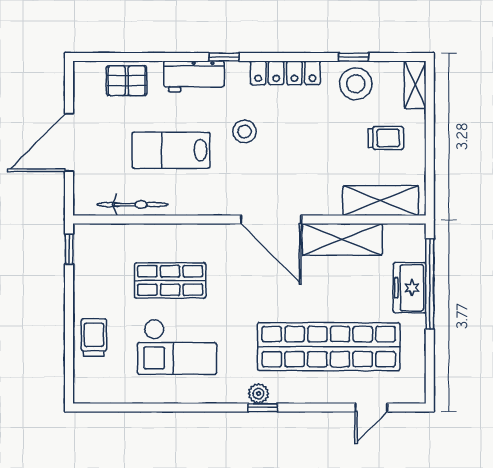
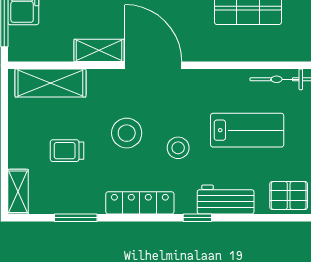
window: (354, 57) -> (76, 218), width x1.50
stool: (356, 84) -> (127, 133), moved
trolley: (386, 138) -> (67, 151), moved
shelving: (342, 239) -> (99, 50), width x0.67, depth x0.75

